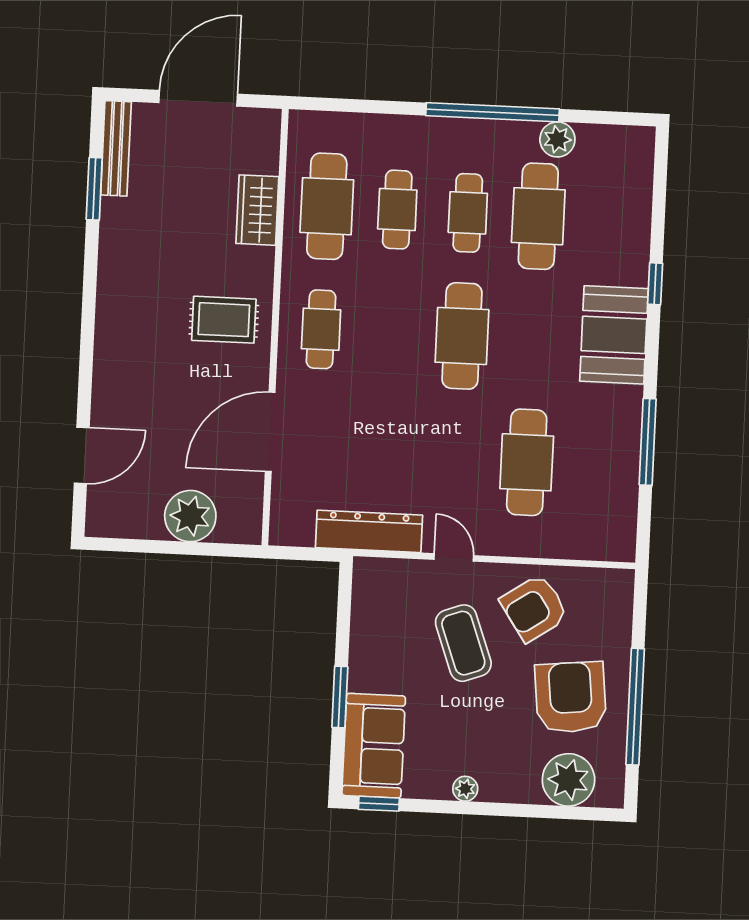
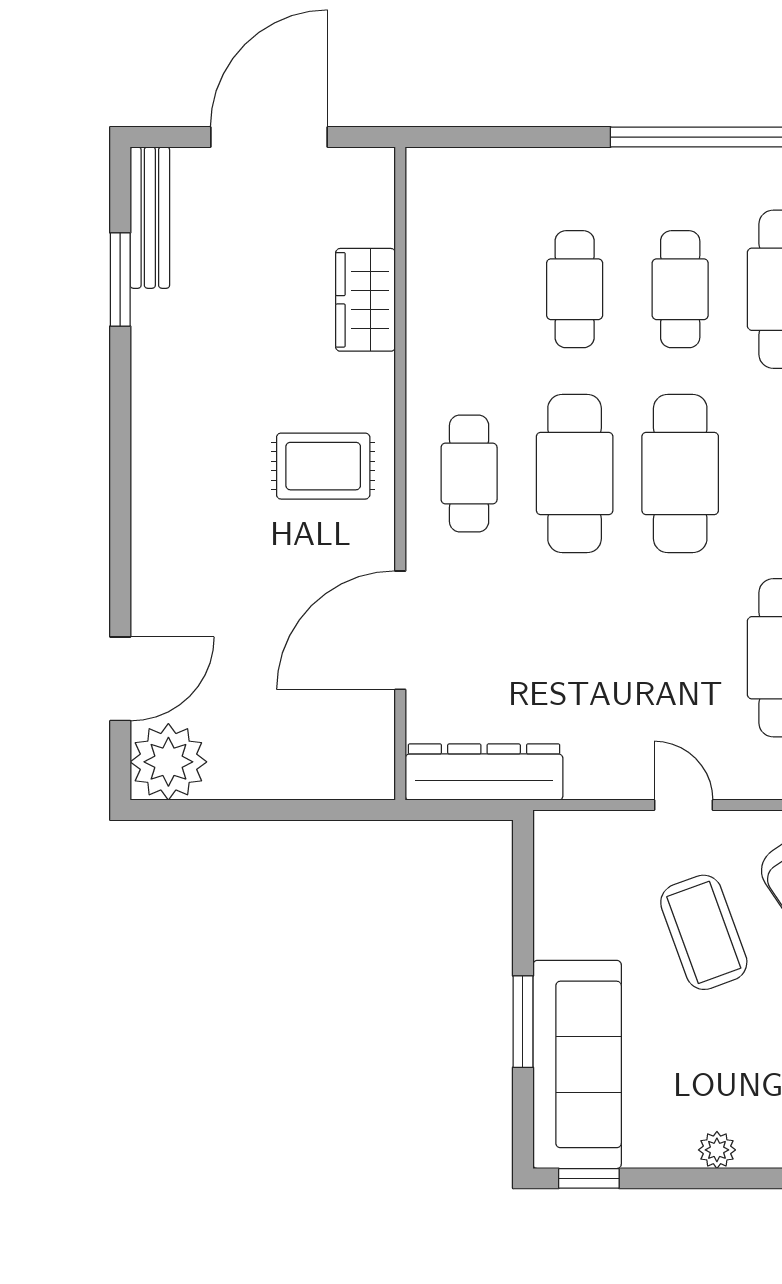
cafe table: (327, 206) -> (575, 473), moved
plant: (190, 516) -> (168, 762), moved
dresser: (369, 531) -> (484, 772), moved
sofa: (374, 746) -> (577, 1064), width x1.36

